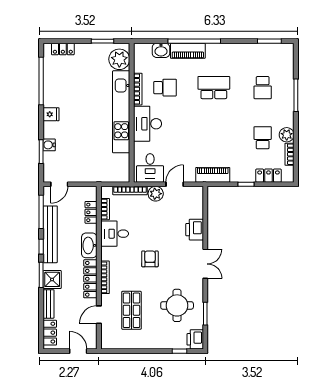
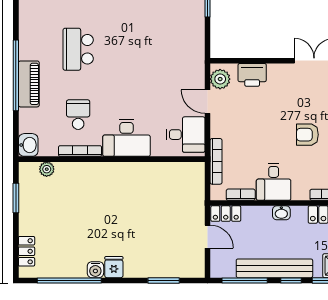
washbasin: (161, 50) -> (28, 145), moved
plant: (119, 59) -> (47, 169), width x0.53, depth x0.53
kitchen unit: (121, 112) -> (111, 173), removed
water cooler: (49, 145) -> (95, 270), moved
piano: (213, 175) -> (195, 51), removed
door: (59, 184) -> (208, 237), moved
plant: (156, 194) -> (220, 79), moved
locker: (91, 212) -> (226, 214), moved
printer: (195, 230) -> (252, 75), moved
washbasin: (89, 245) -> (281, 213), width x0.52, depth x0.69

